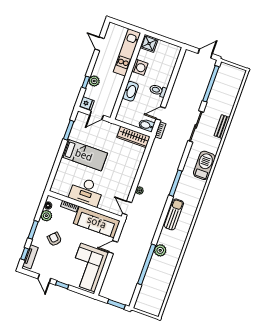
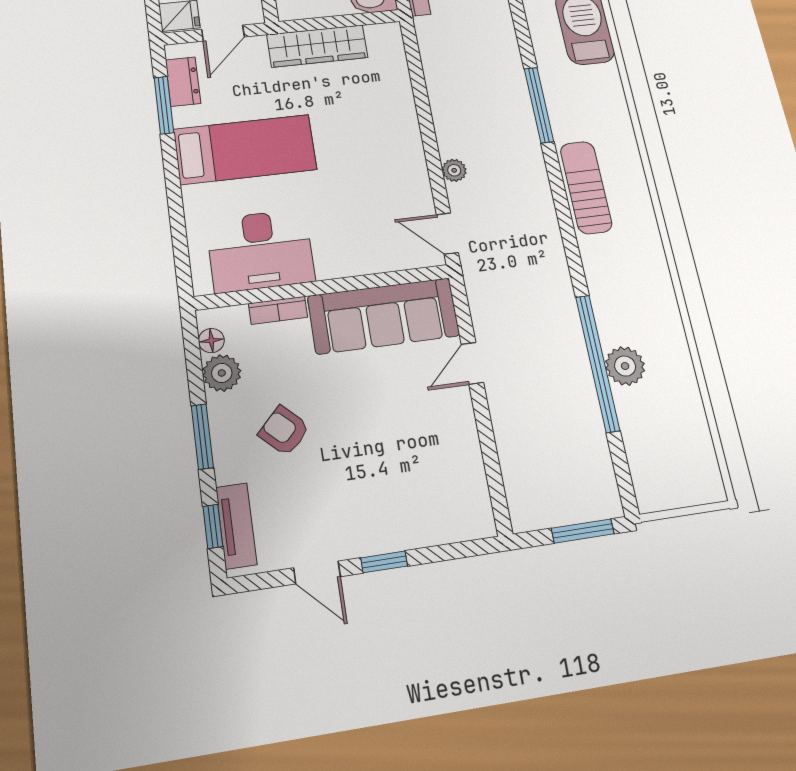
dresser: (78, 125) -> (183, 82), added
wardrobe: (133, 137) -> (317, 46), moved
desk: (86, 192) -> (260, 250), moved
plant: (160, 250) -> (625, 366), moved
corner sofa: (88, 268) -> (433, 464), removed

